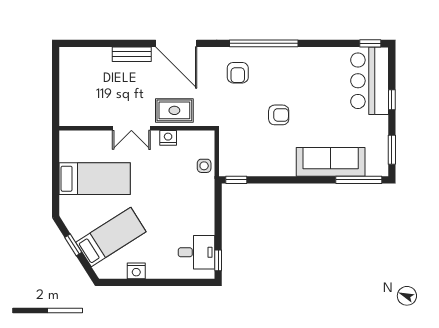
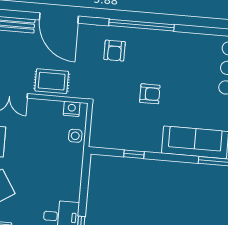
nightstand: (168, 138) -> (72, 109), moved
window: (236, 180) -> (134, 154), moved

